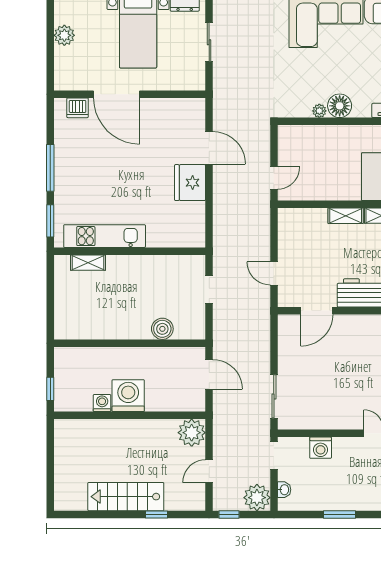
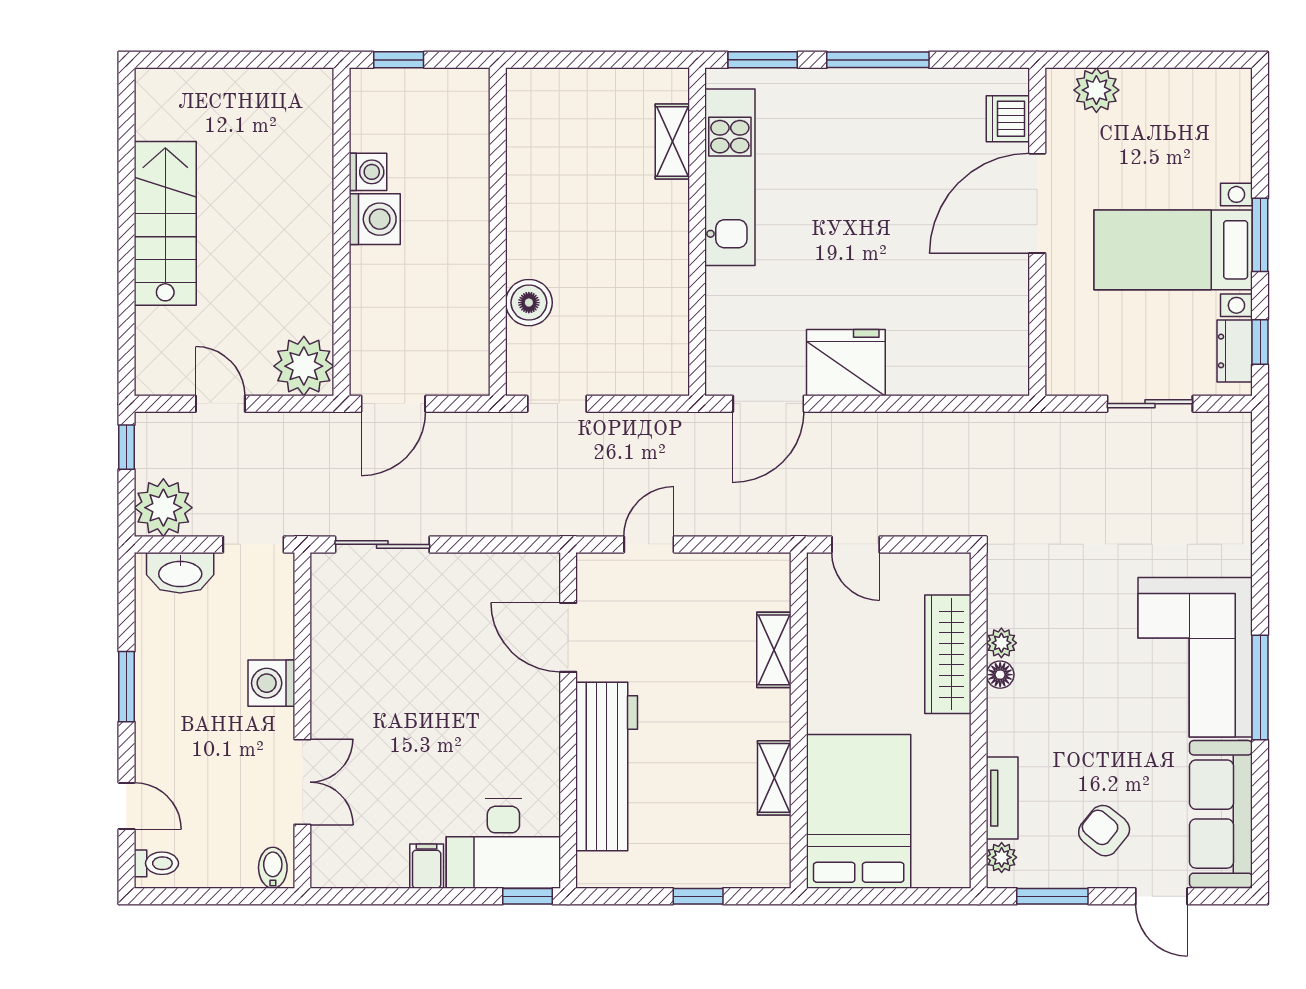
plant: (64, 35) -> (1096, 90), moved
floor lamp: (340, 106) -> (1000, 675), width x0.53, depth x0.53
wardrobe: (325, 136) -> (948, 654), added
door: (209, 148) -> (768, 404), moved
shelving: (346, 216) -> (774, 650), moved
doorway: (209, 289) -> (557, 404), moved
door: (209, 374) -> (393, 404), moved
washing machine: (128, 396) -> (375, 219), width x0.73, depth x0.73
washing machine: (321, 448) -> (271, 683), moved
washbasin: (284, 490) -> (180, 573), width x1.91, depth x1.45
window: (156, 514) -> (126, 290), removed

